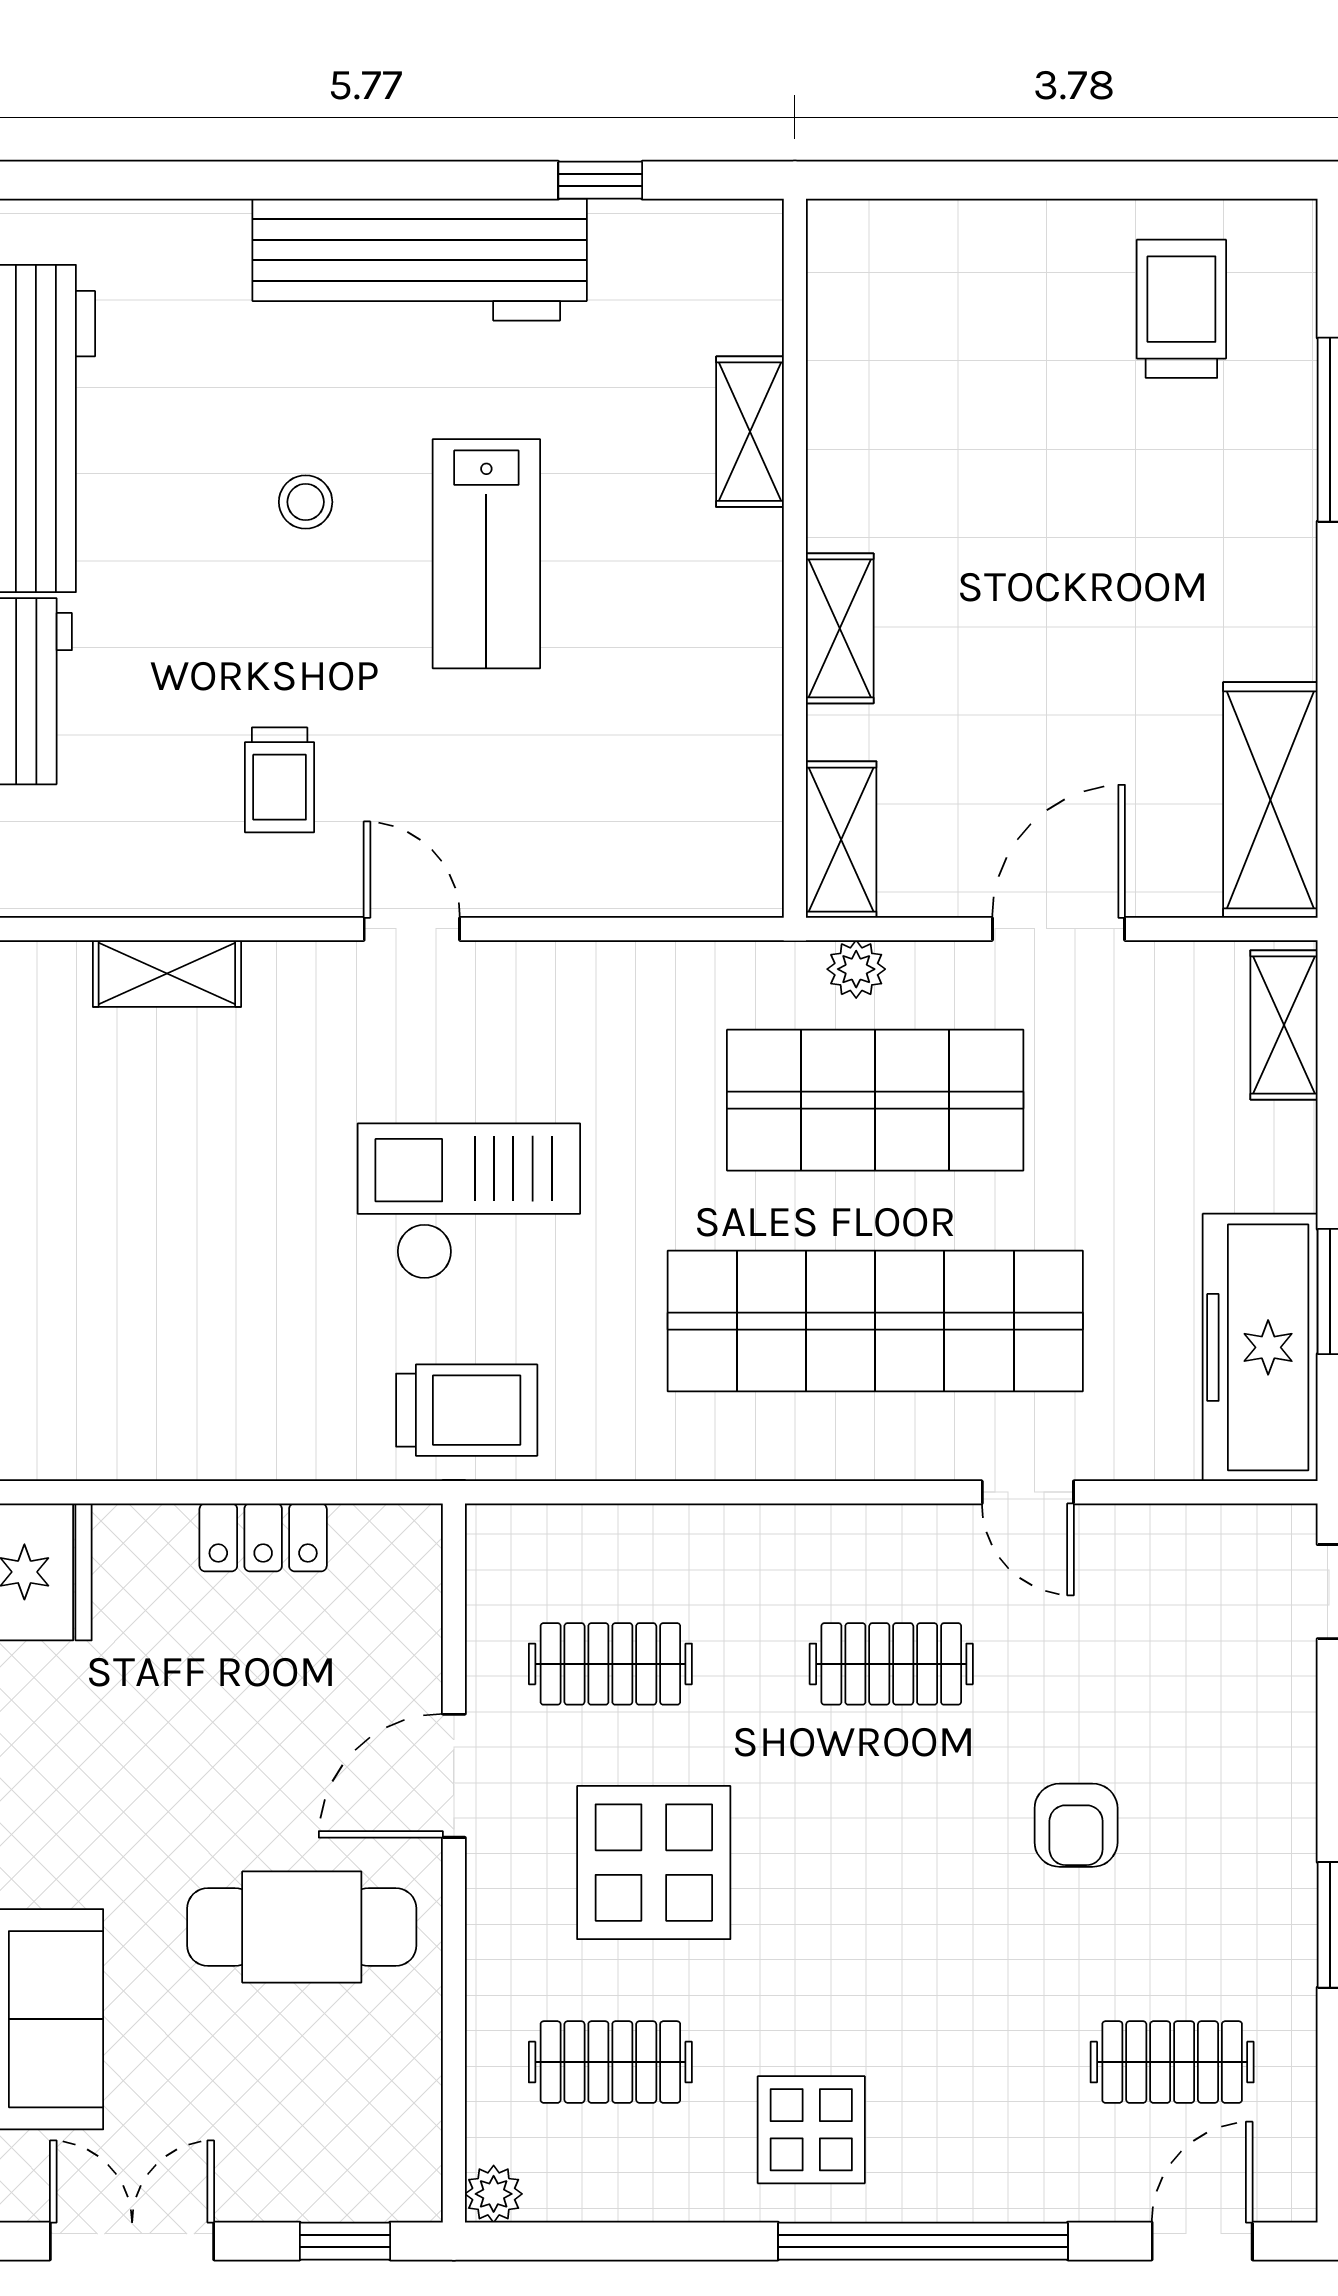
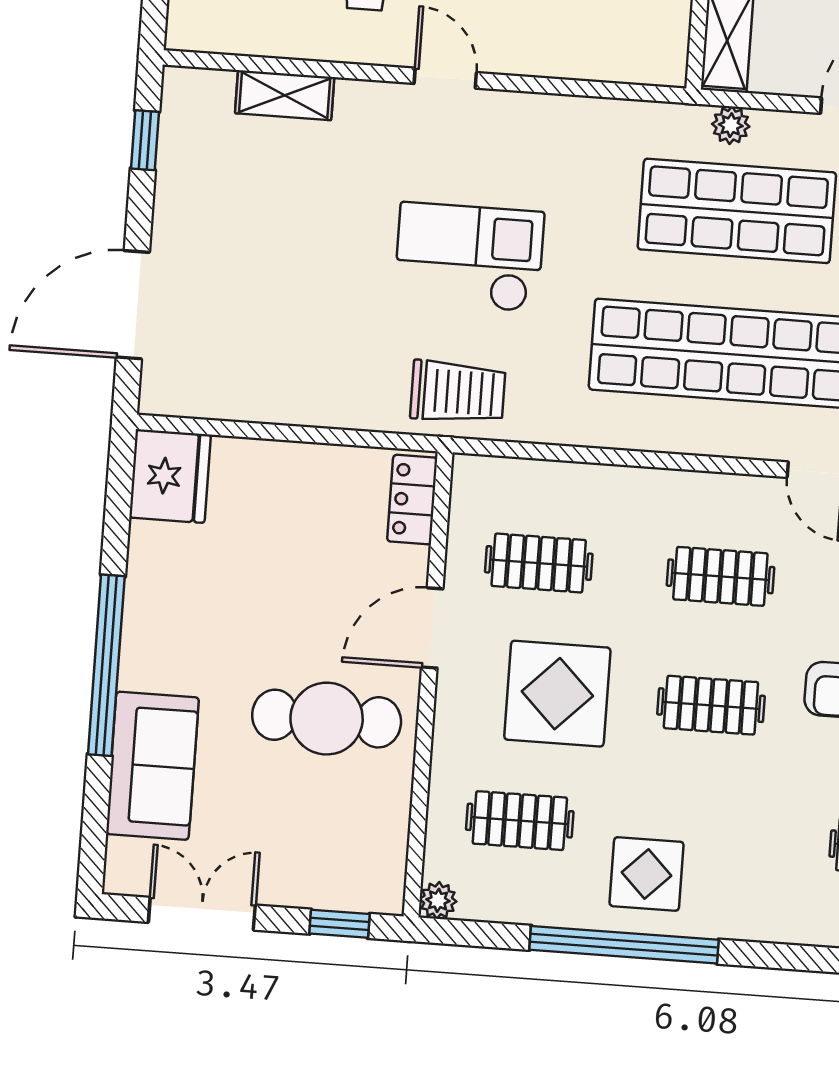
locker: (263, 1537) -> (412, 500), moved, turned 90
clothes rail: (891, 1863) -> (711, 705), added
window: (923, 2241) -> (624, 945), moved

